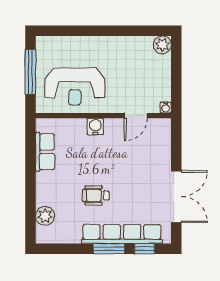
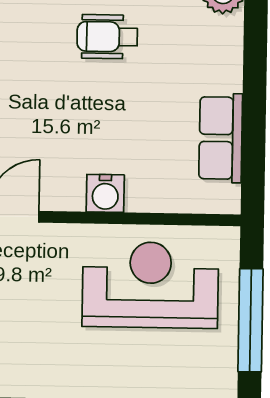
wheelchair: (96, 195) -> (107, 37), turned 180

